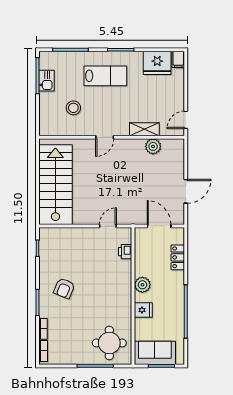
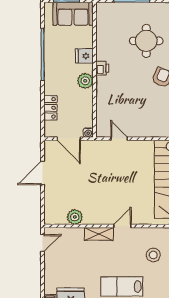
shelving: (144, 129) -> (99, 234), moved
door: (108, 226) -> (119, 139), swing flipped
water cooler: (139, 232) -> (88, 132), added
printer: (125, 252) -> (102, 68), moved
round table: (109, 343) -> (146, 41), moved

